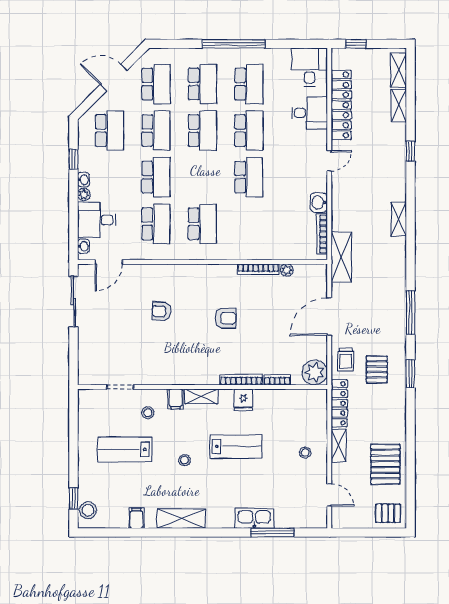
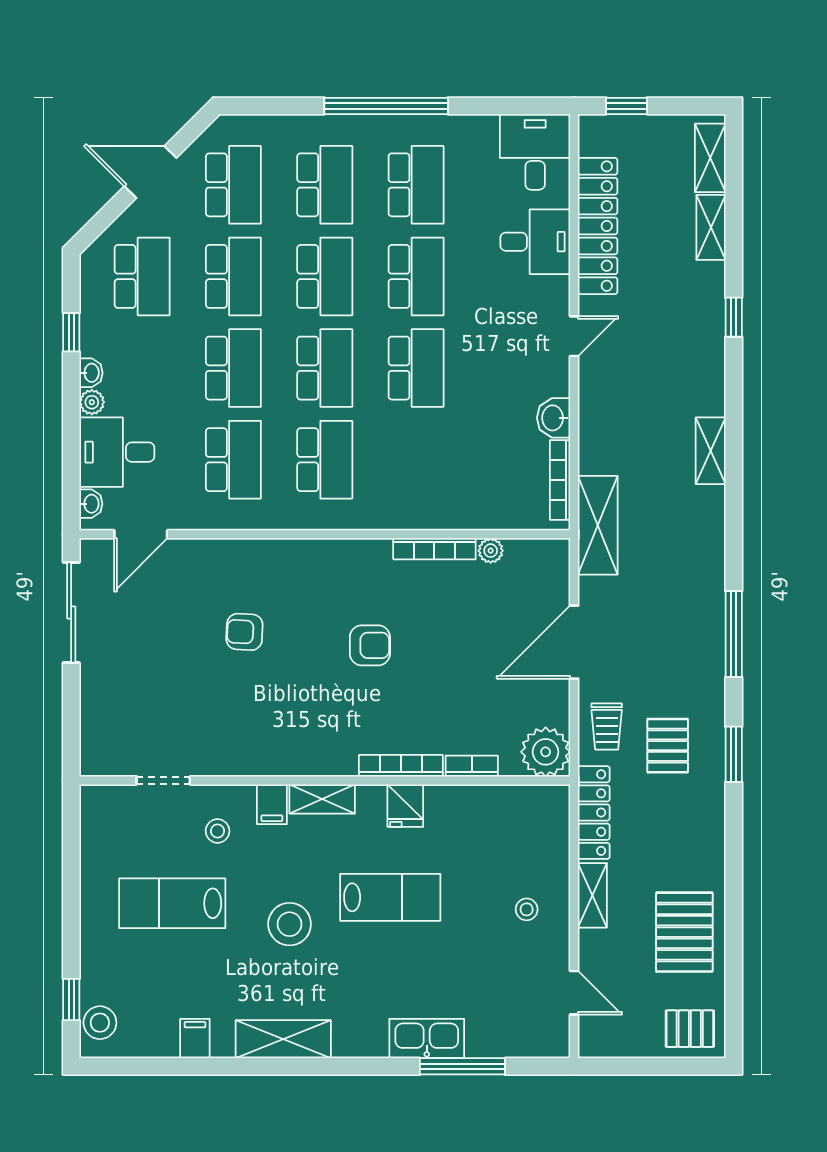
school desk: (202, 177) -> (325, 368), added
stool: (184, 460) -> (290, 924), width x1.89, depth x1.89

